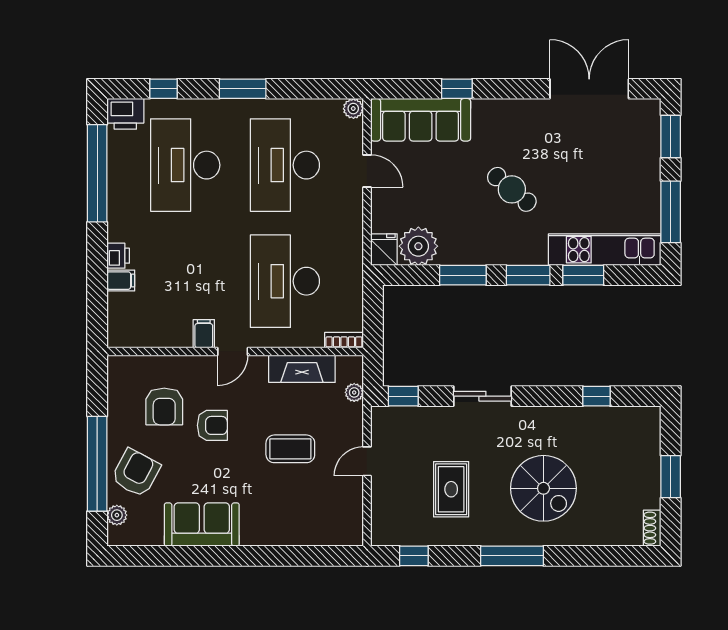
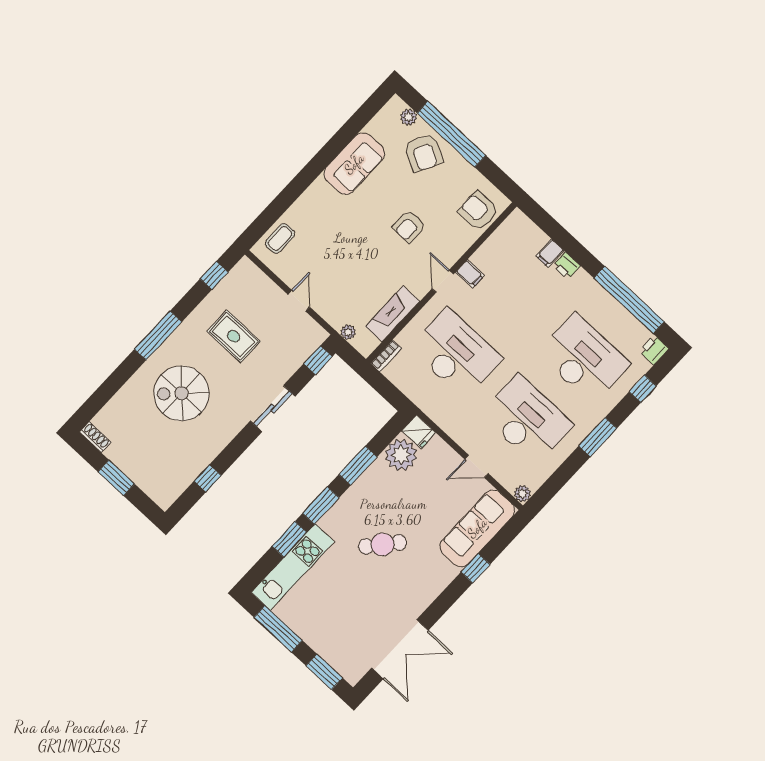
printer: (125, 114) -> (654, 350), width x0.73, depth x0.81
armchair: (164, 406) -> (478, 211), moved
coffee table: (290, 449) -> (280, 238), moved, width x0.73, depth x0.77

